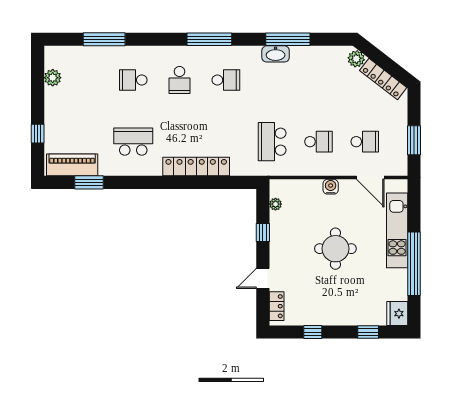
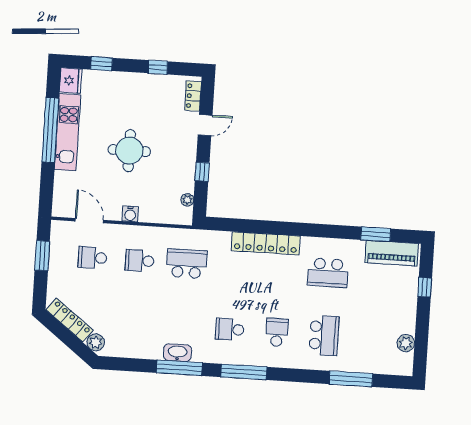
window: (288, 39) -> (179, 368), moved
school desk: (133, 80) -> (324, 335), width x1.85
school desk: (272, 142) -> (187, 264), turned -90
kitchen unit: (397, 230) -> (68, 132), moved

